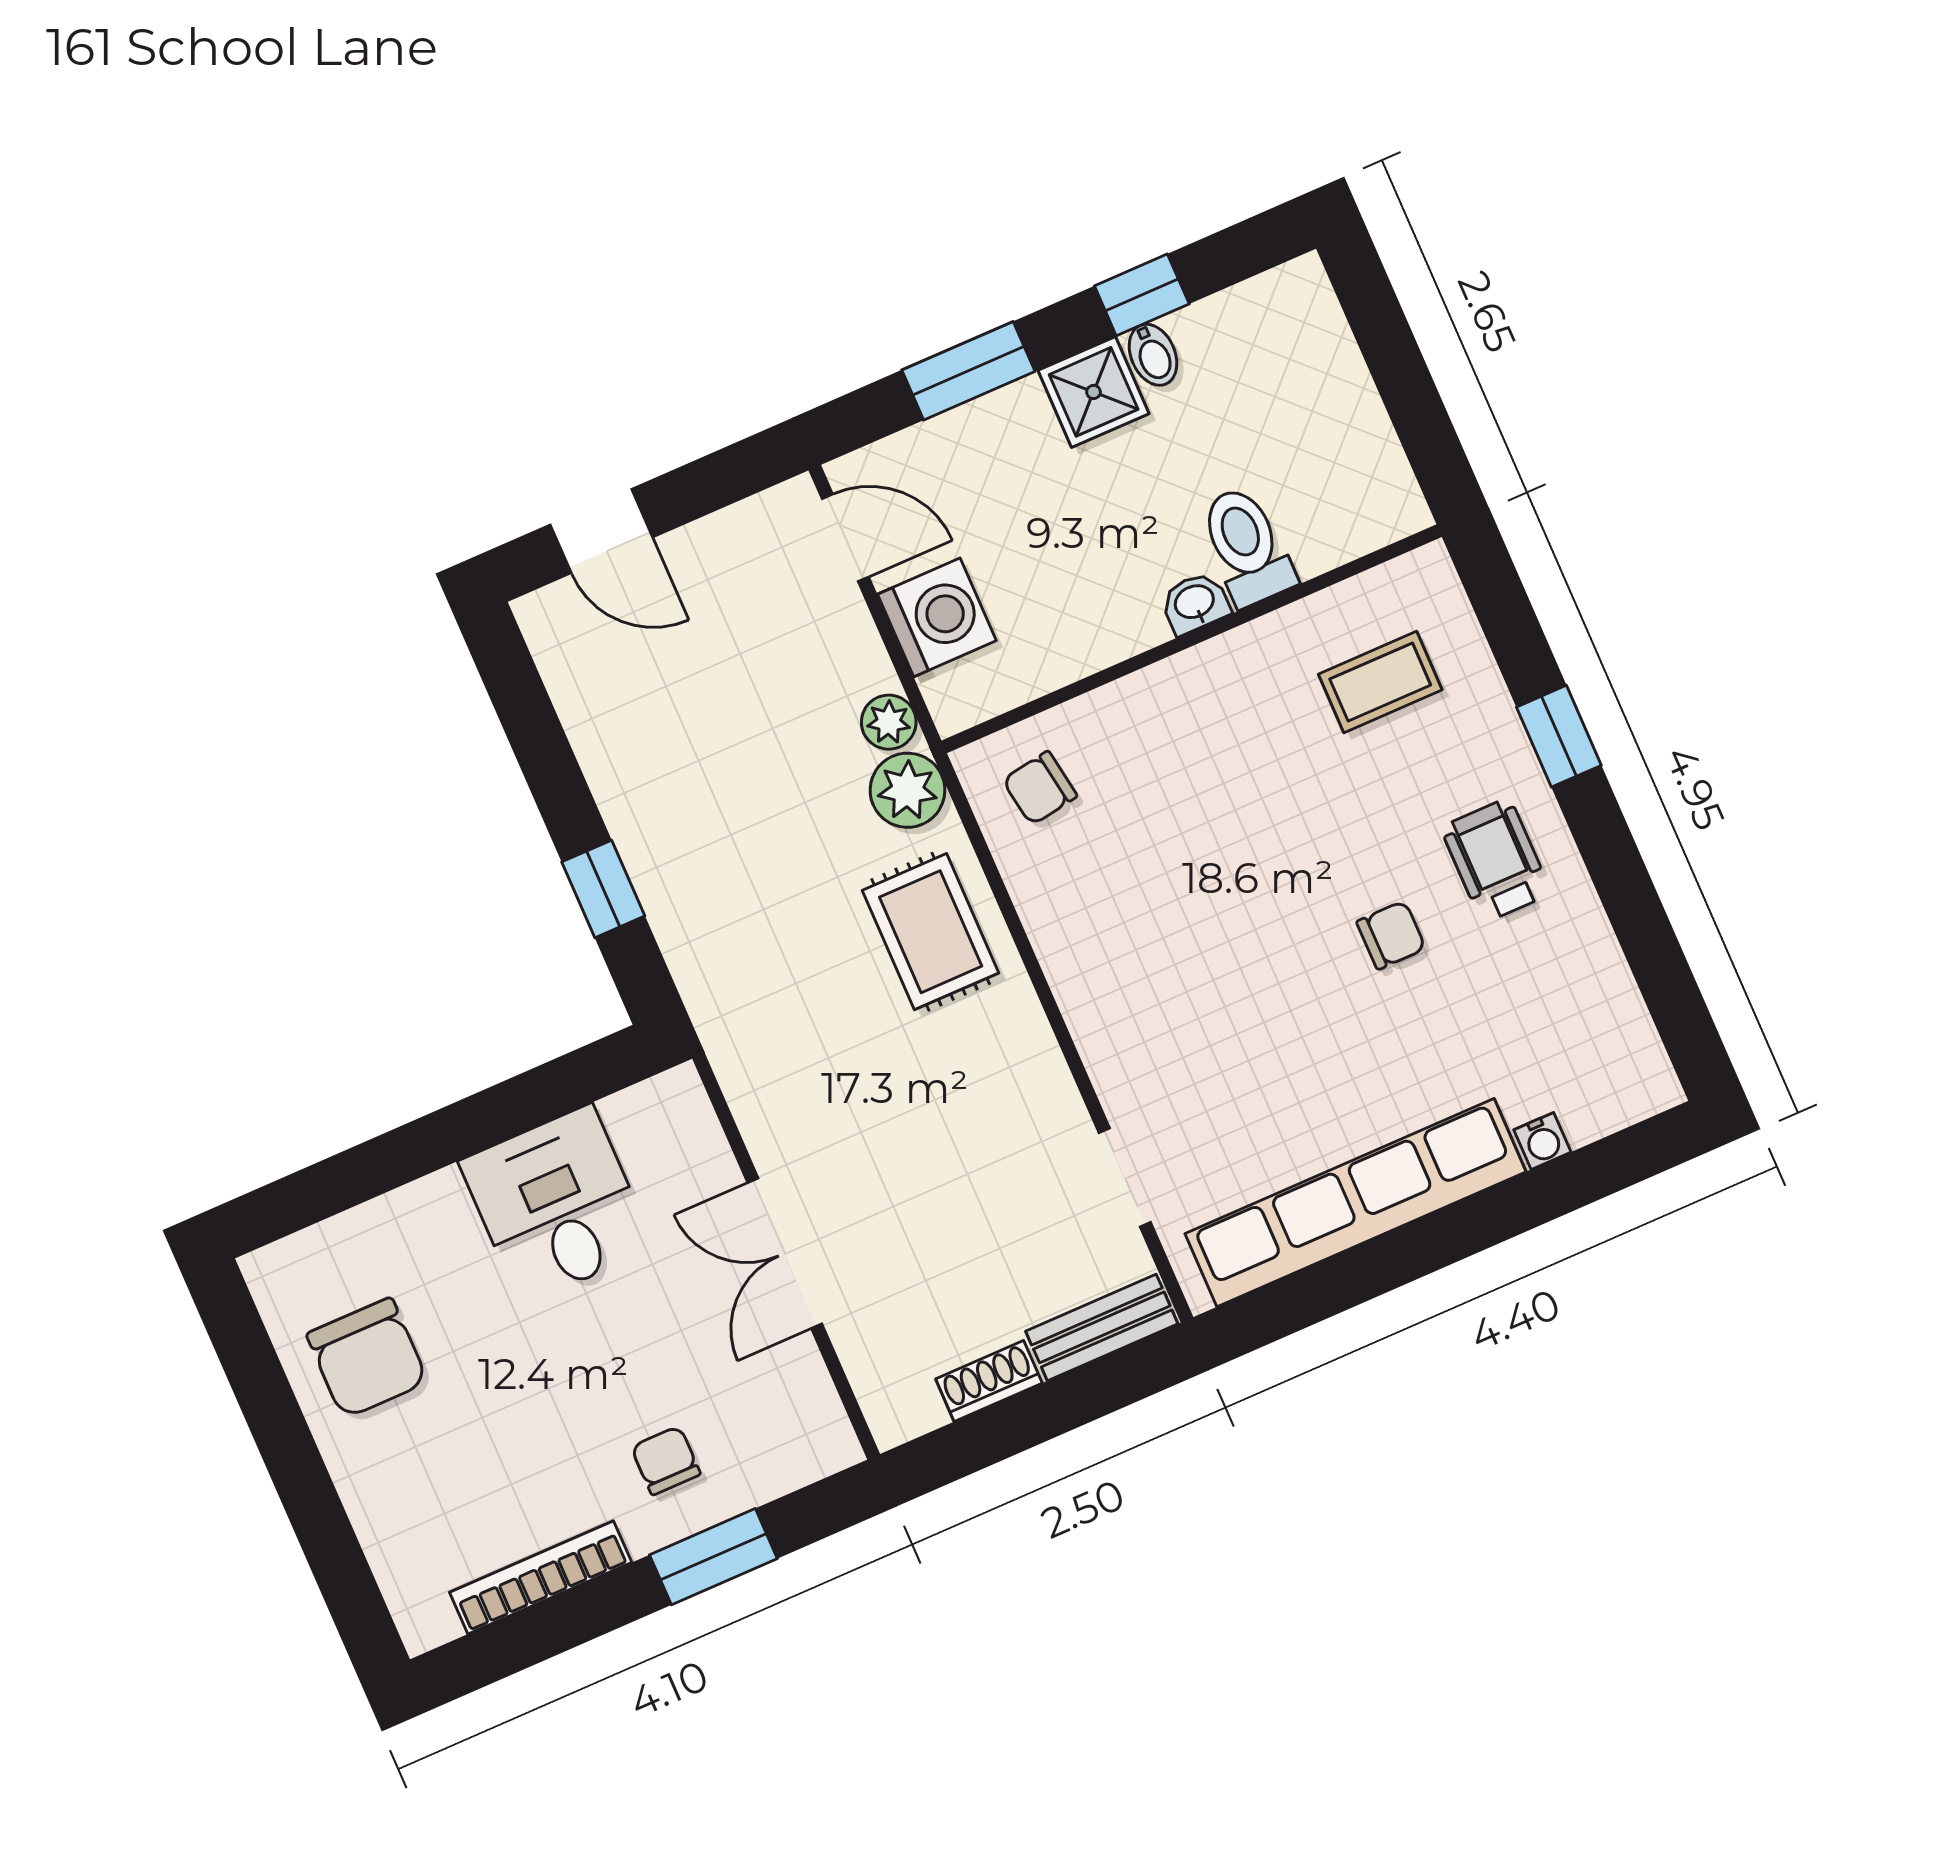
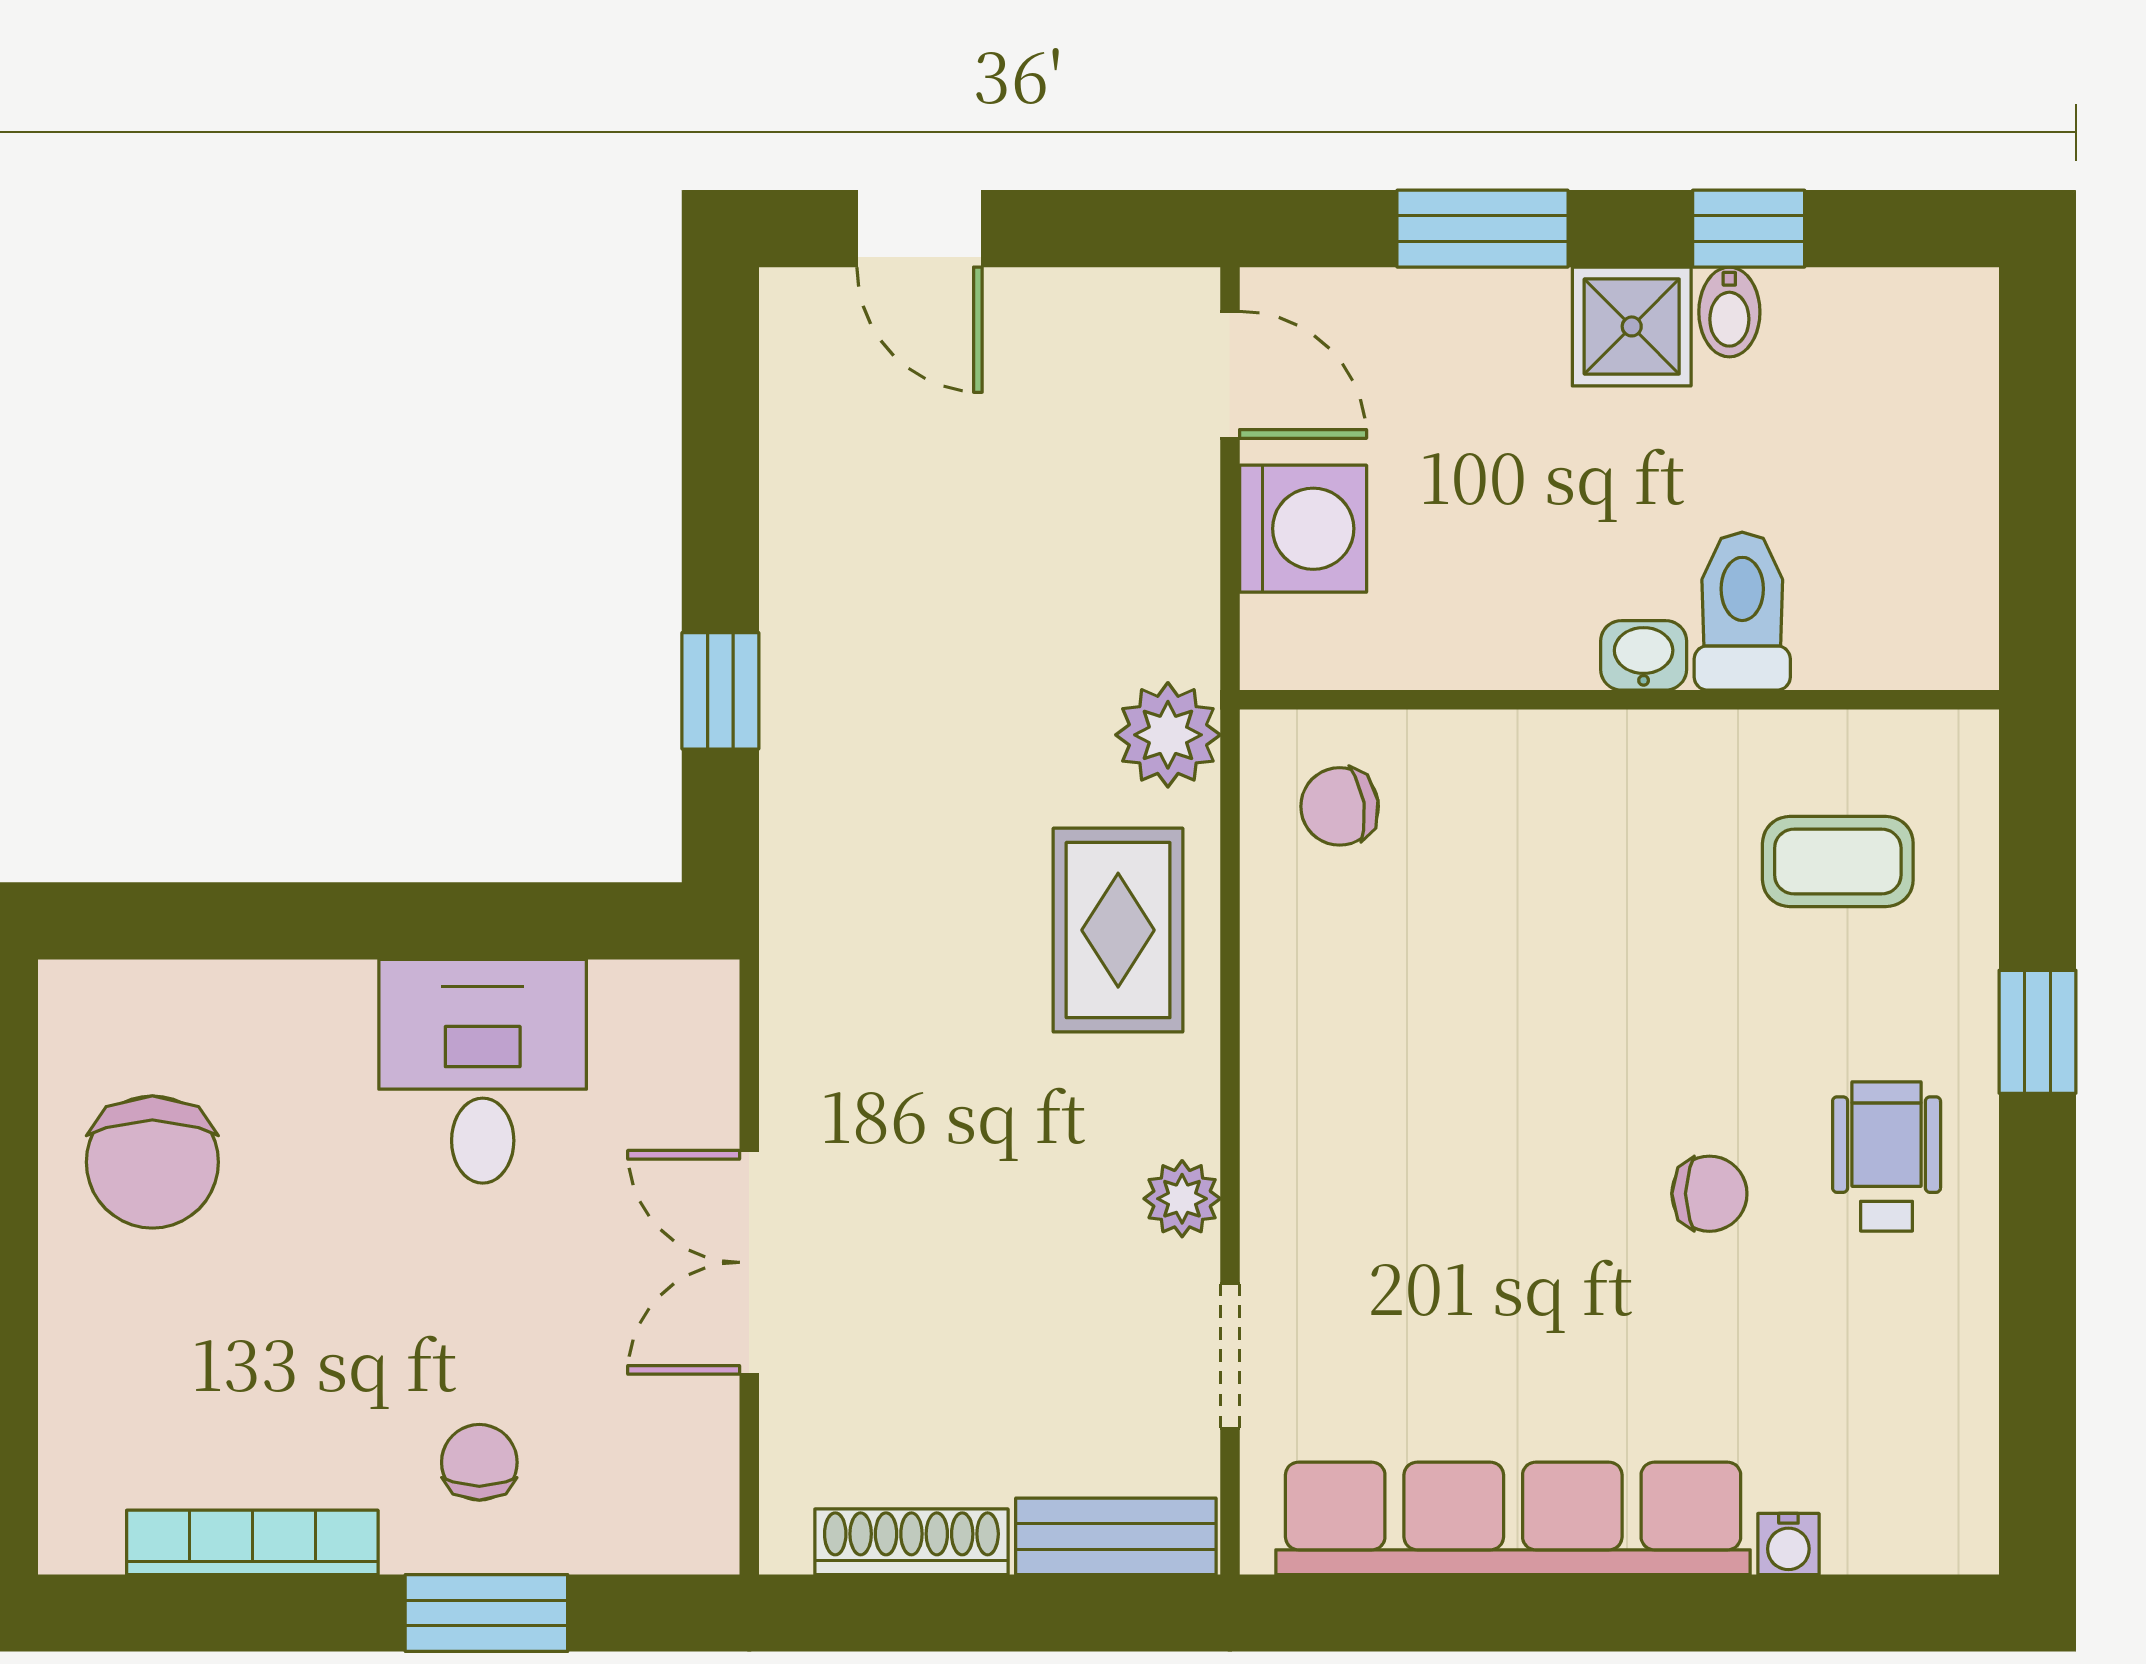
plant: (889, 722) -> (1182, 1199), moved
shoe rack: (989, 1381) -> (911, 1542), width x1.43

